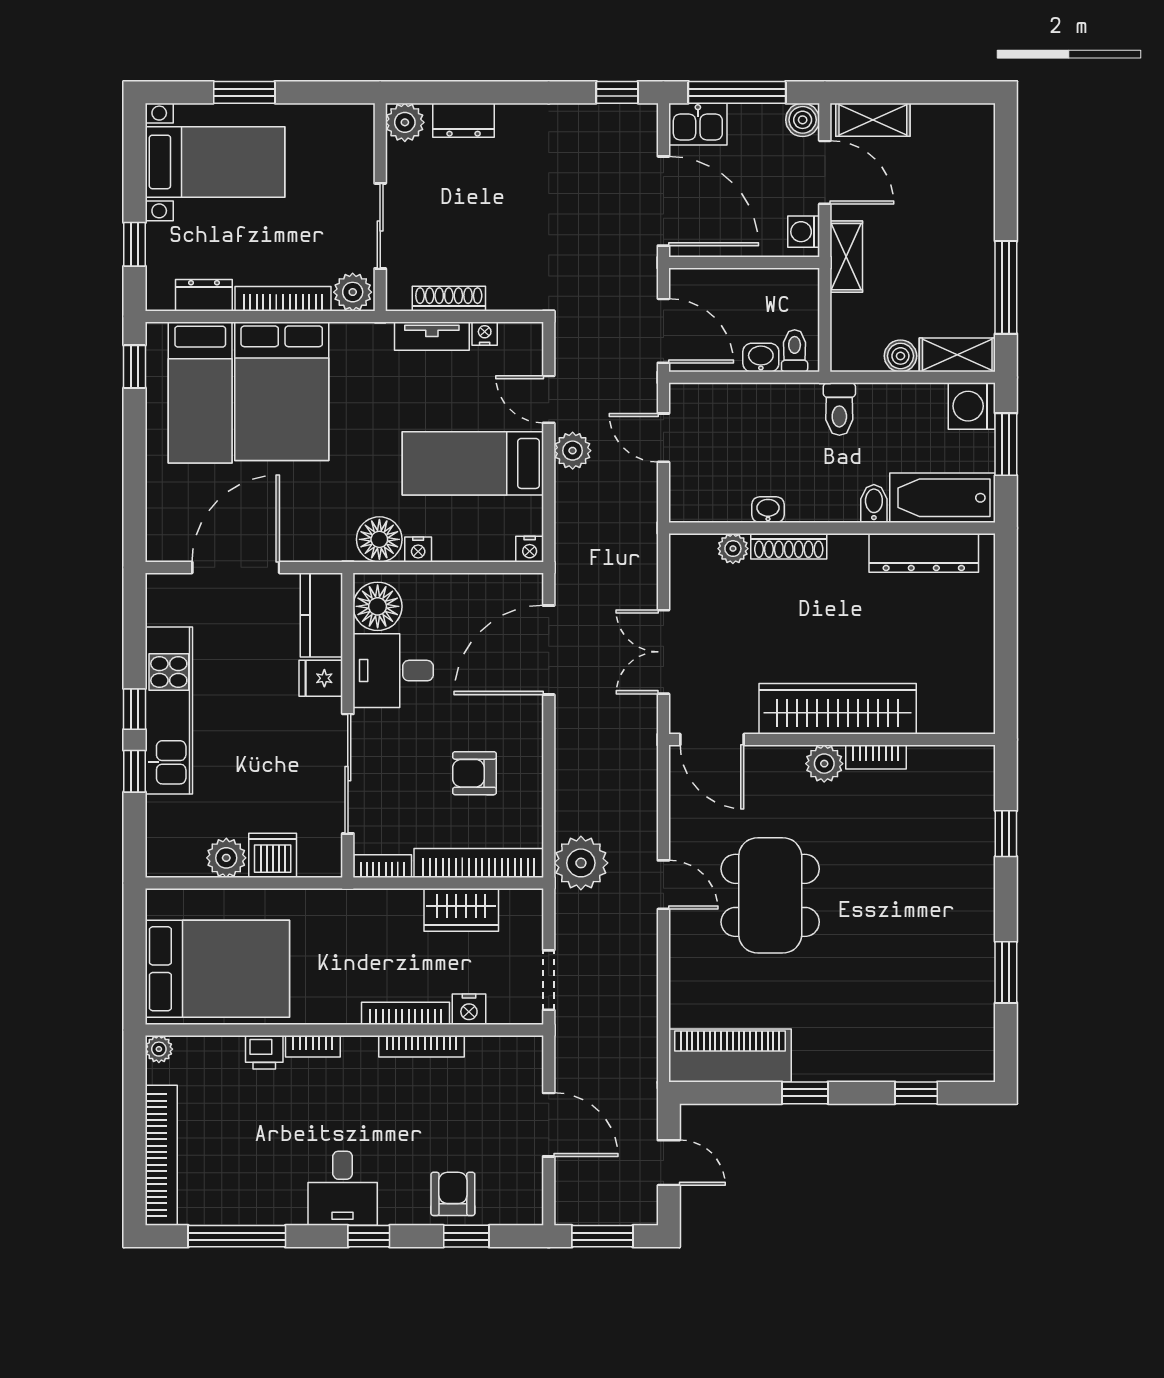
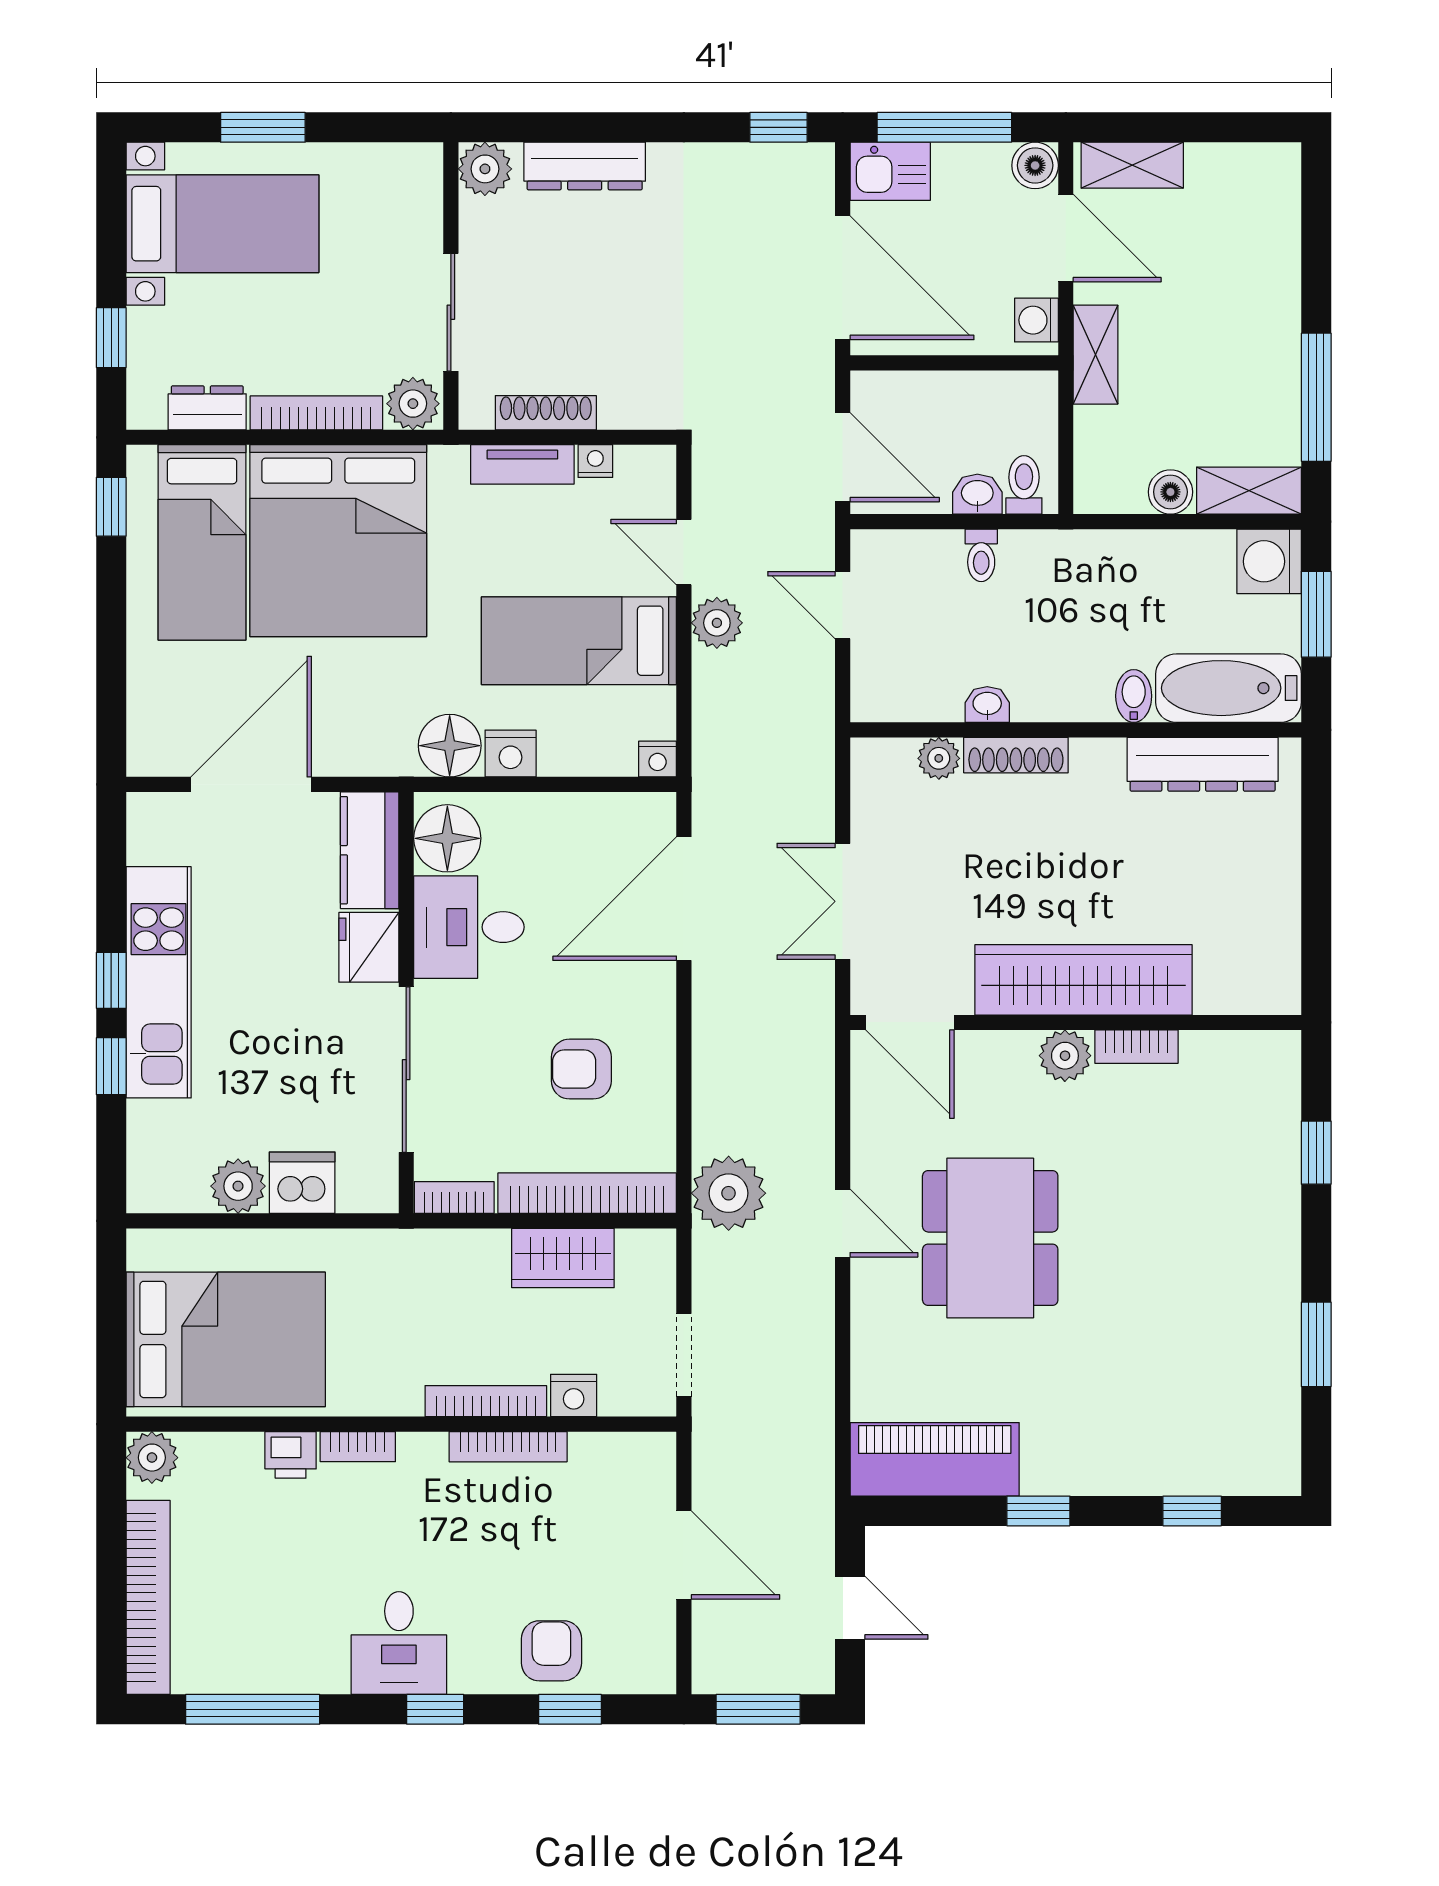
dresser: (464, 120) -> (585, 166), width x1.44
bed: (282, 391) -> (338, 541), width x1.36
toilet: (839, 409) -> (981, 555), moved, width x0.73, depth x0.72
nightstand: (418, 549) -> (511, 754), width x1.39, depth x1.35
fridge: (321, 678) -> (369, 947), width x1.38
plant: (159, 1049) -> (152, 1458), width x1.38, depth x1.38

